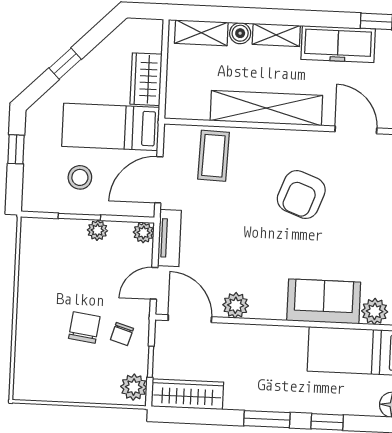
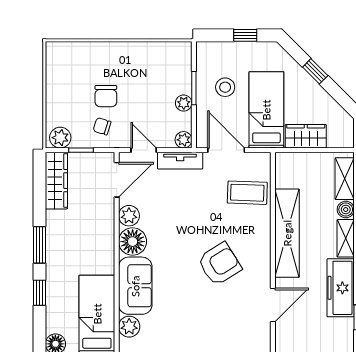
armchair: (301, 195) -> (220, 264), turned 127
floor lamp: (268, 302) -> (133, 242), added
chair: (84, 328) -> (106, 96), turned 82

